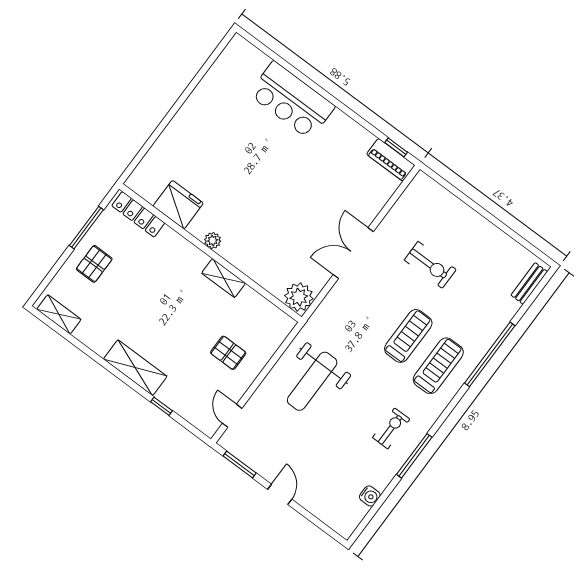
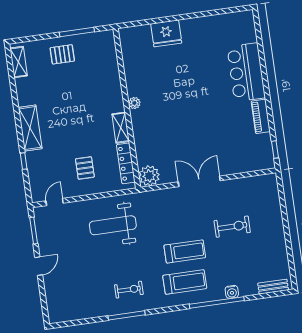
piano: (391, 160) -> (261, 116), moved
fridge: (178, 205) -> (166, 33), moved, turned 90
locker: (138, 214) -> (126, 163), moved
exercise bike: (430, 265) -> (232, 227), turned -90
water cooler: (370, 496) -> (232, 292), moved

